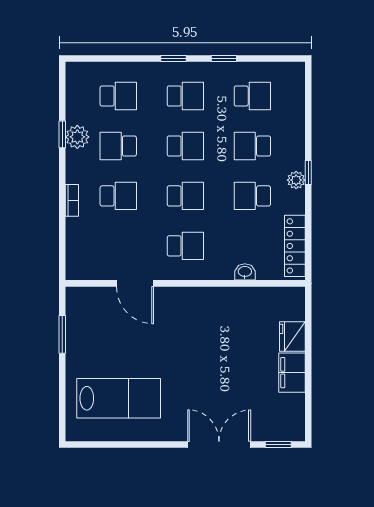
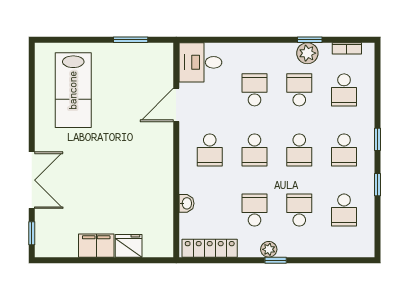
school desk: (118, 196) -> (255, 90), turned 180
bookcase: (72, 200) -> (347, 48), moved
desk: (88, 256) -> (200, 62), added

